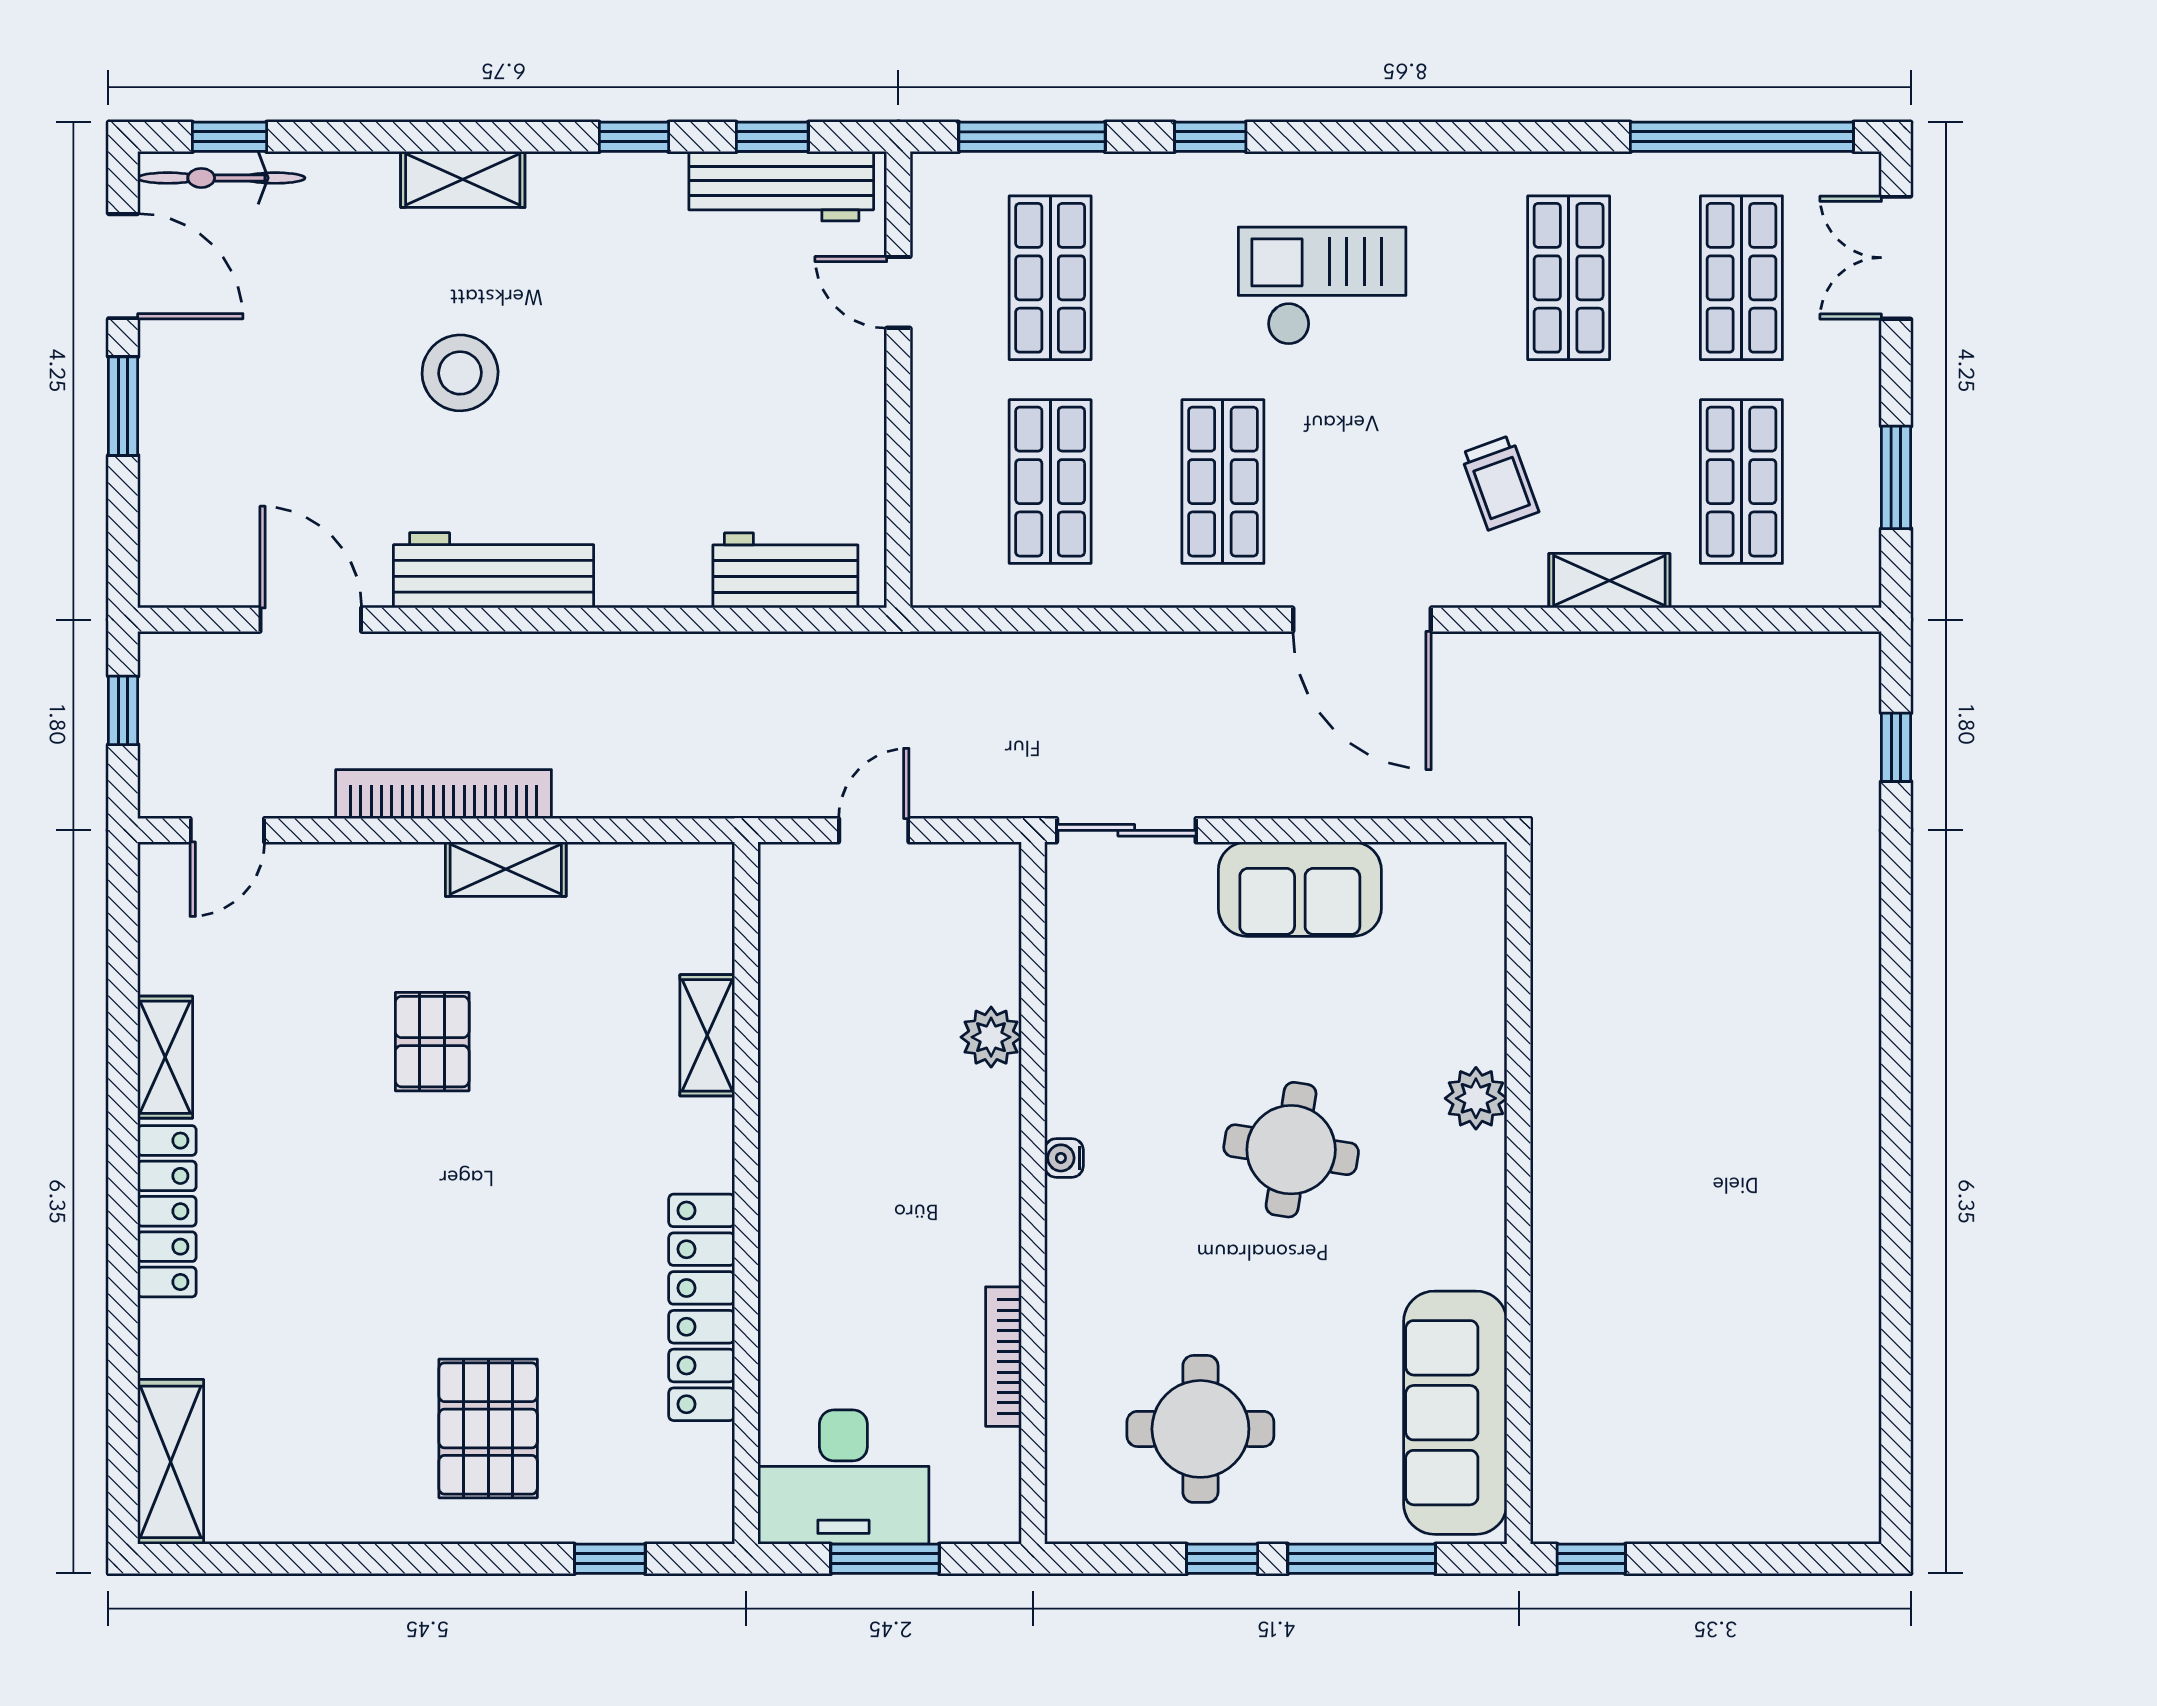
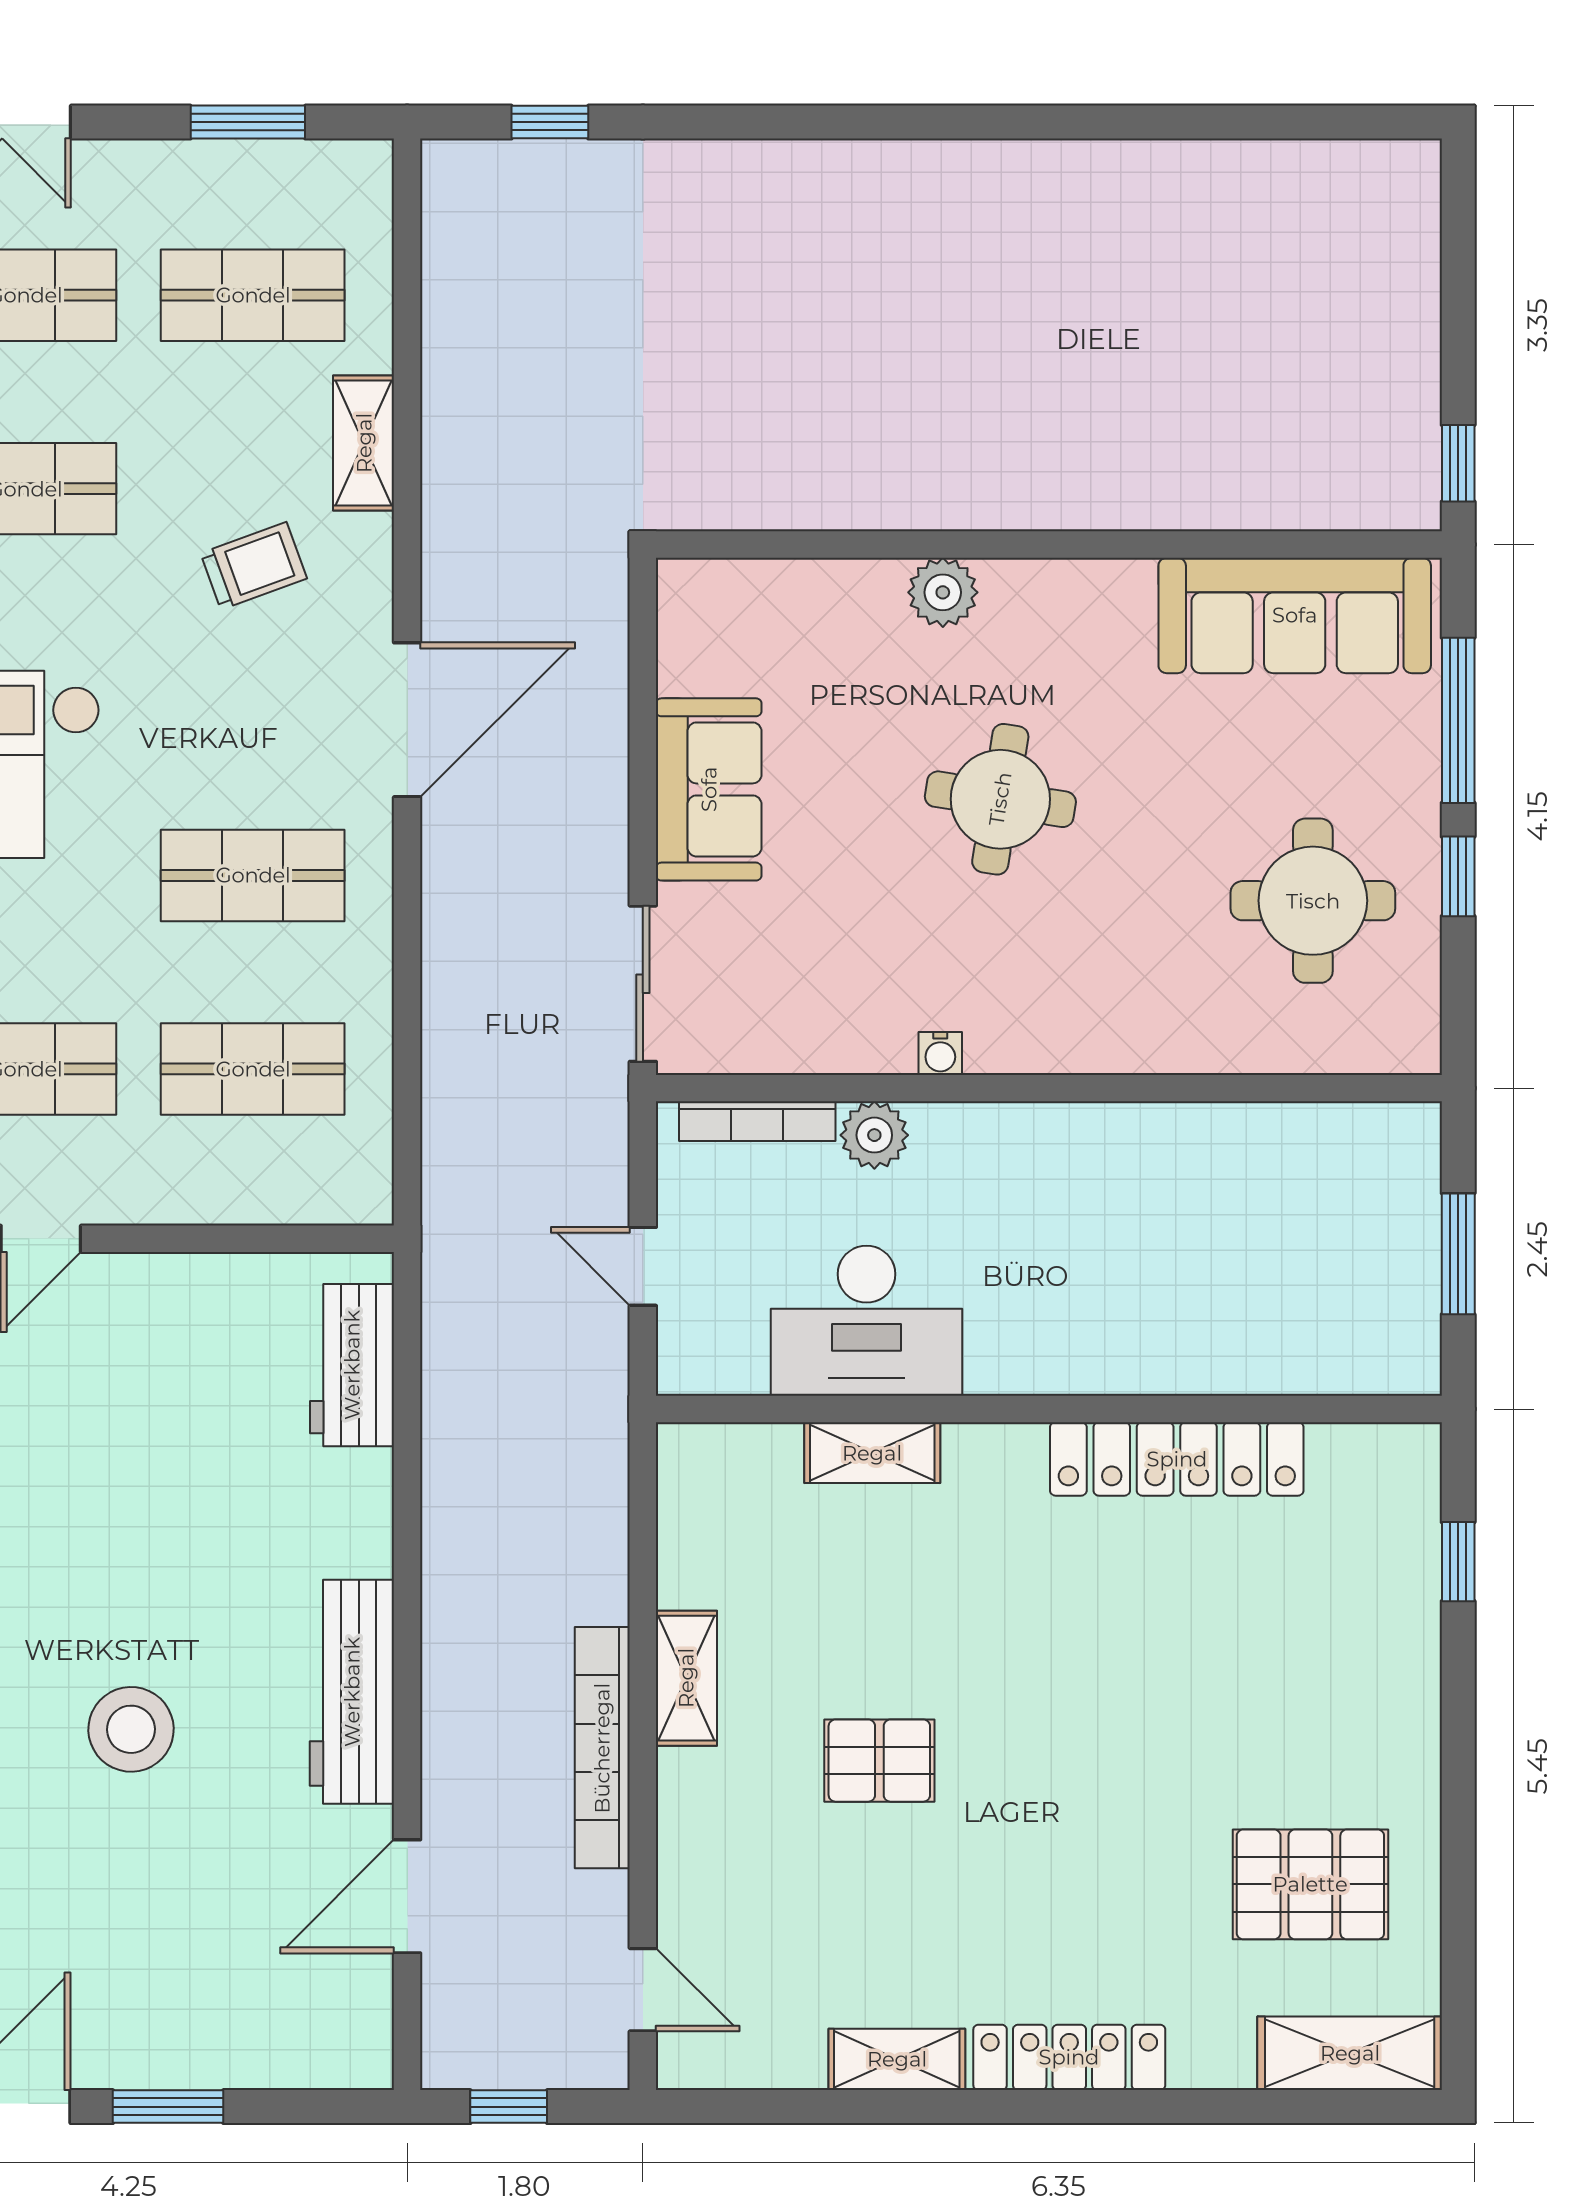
water cooler: (1064, 1158) -> (940, 1053), moved
bookcase: (1003, 1357) -> (757, 1121), moved
pallet: (488, 1428) -> (1310, 1884), moved
desk: (843, 1477) -> (866, 1321), moved, turned 90

